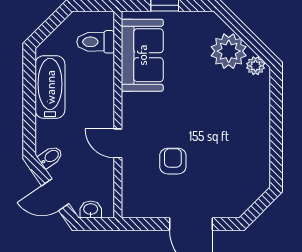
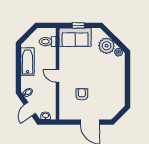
sofa: (142, 55) -> (75, 37), moved, turned 90
door: (118, 143) -> (58, 76), moved
door: (55, 195) -> (30, 109), hinge flipped

